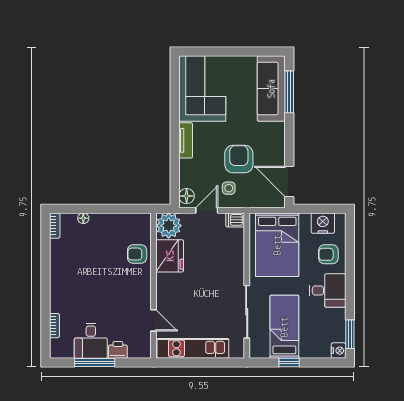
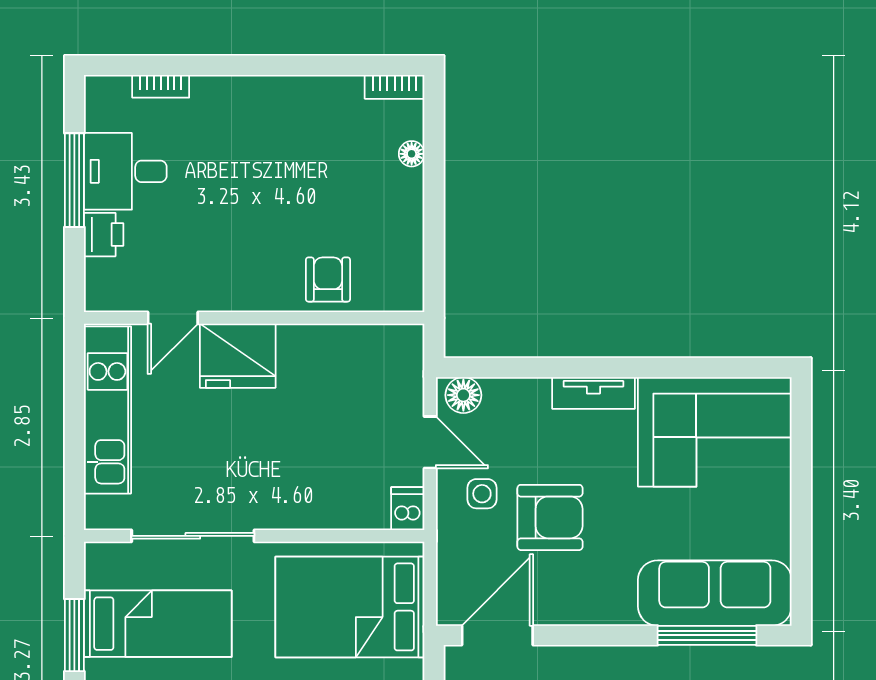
plant: (169, 226) -> (395, 353), removed
fridge: (170, 256) -> (238, 356), moved
window: (289, 363) -> (74, 635), width x1.50

